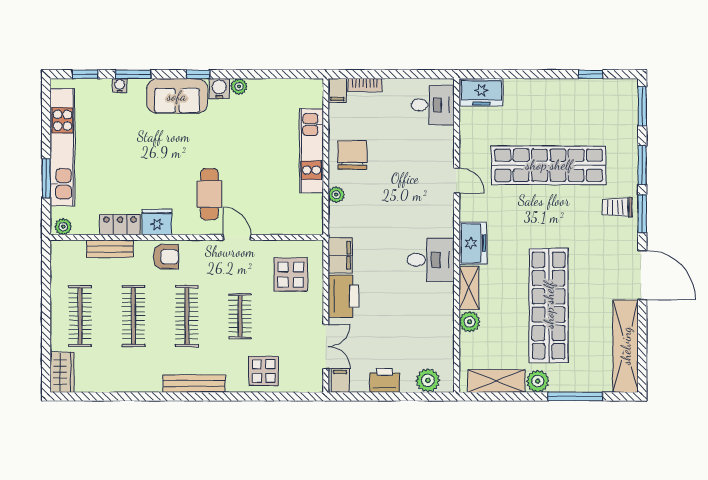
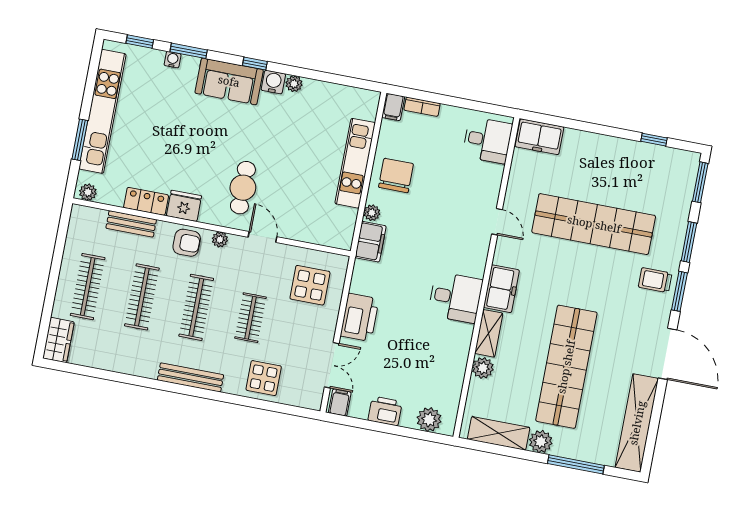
plant: (197, 248) -> (220, 239), added
filing cabinet: (340, 255) -> (371, 242), moved

